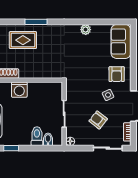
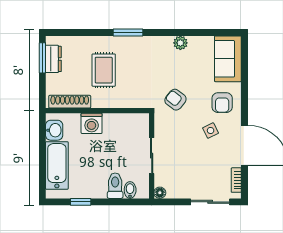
window: (36, 22) -> (128, 32), moved
rug: (23, 40) -> (104, 70), moved, turned 90
armchair: (98, 120) -> (175, 100), moved

